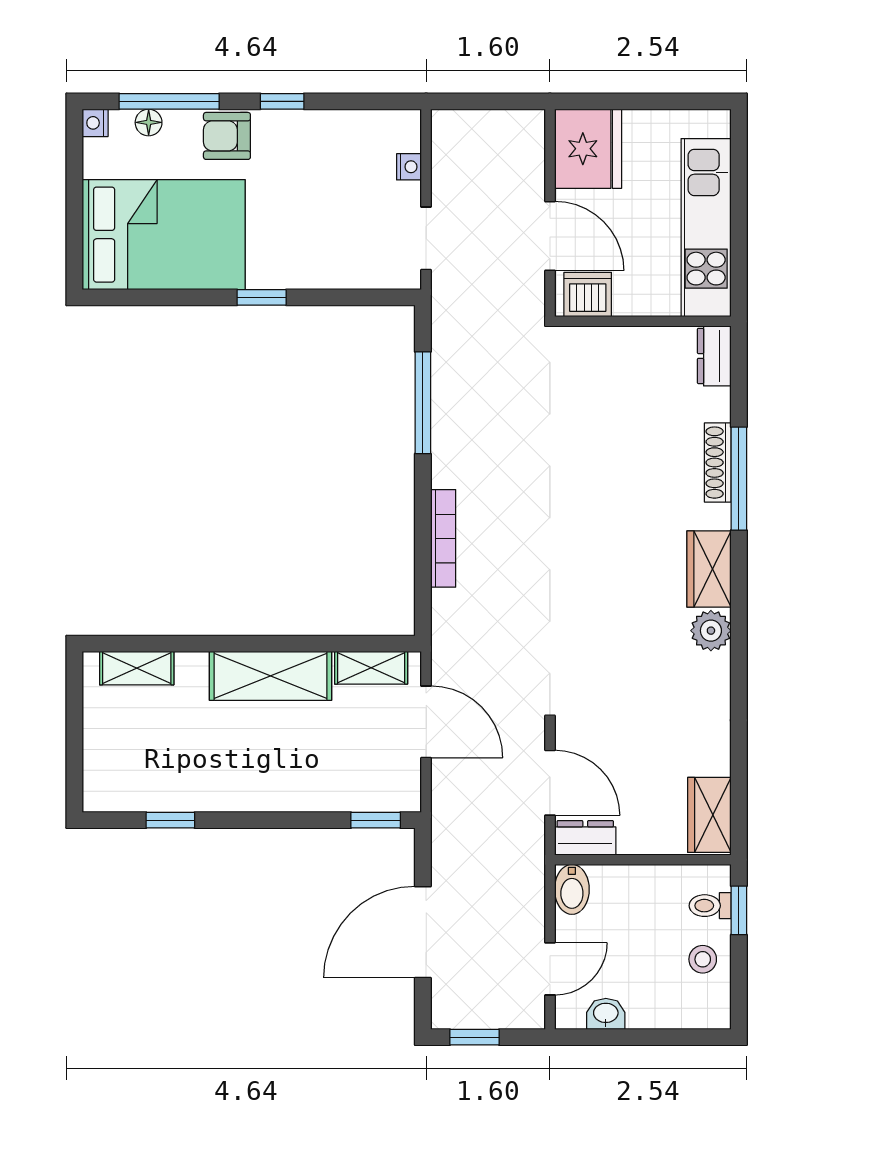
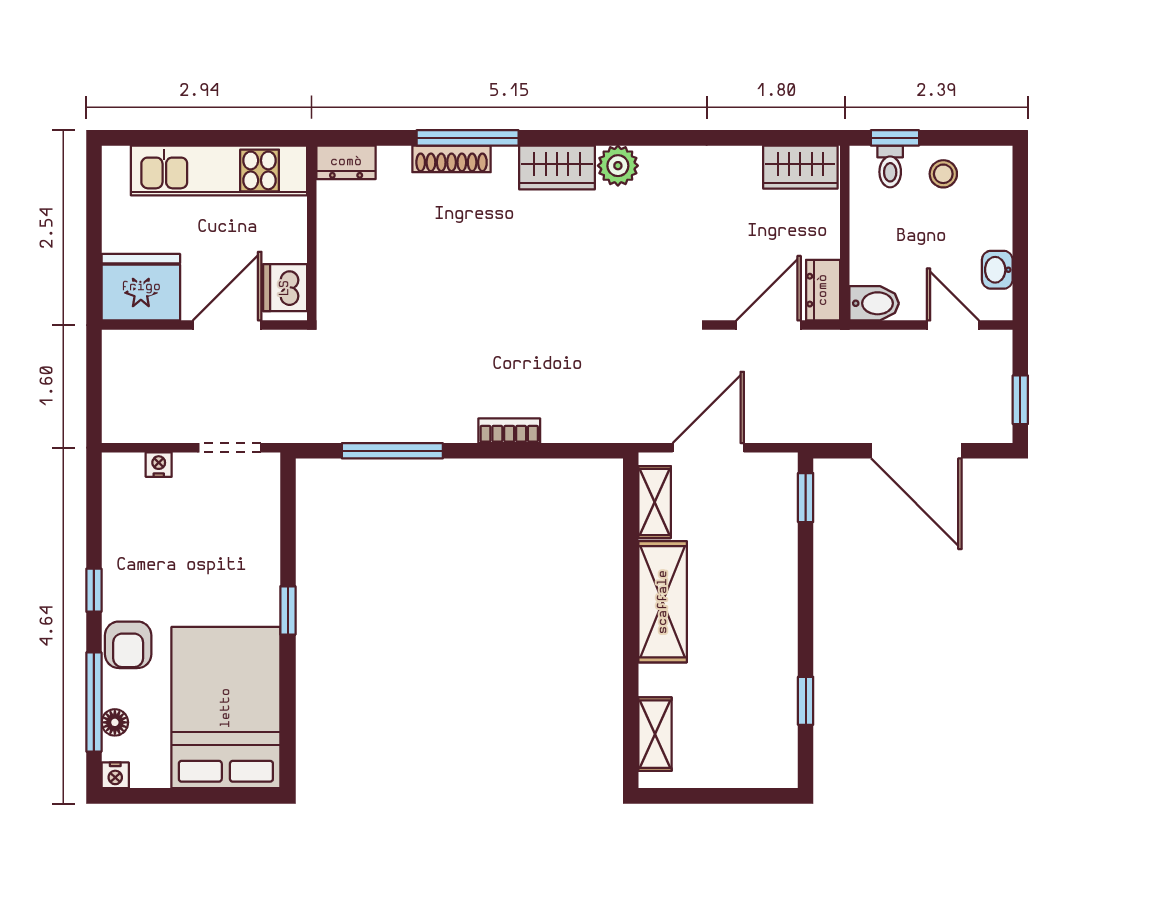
bookcase: (443, 538) -> (509, 431), width x0.64

